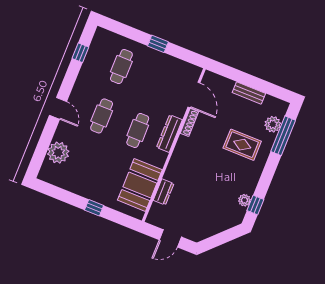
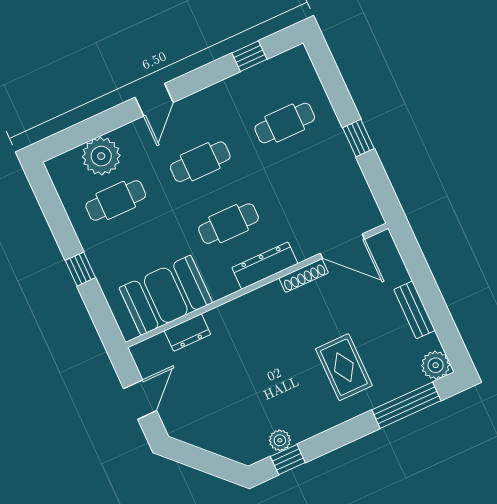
door: (194, 95) -> (342, 246), hinge flipped
plant: (273, 124) -> (436, 365), moved
cafe table: (82, 165) -> (116, 200), added
door: (170, 238) -> (140, 400), swing flipped

